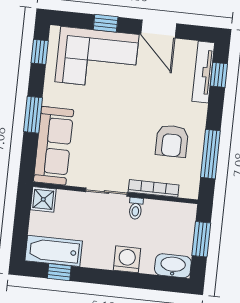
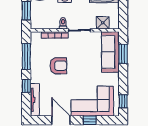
window: (219, 75) -> (26, 86), moved
window: (33, 115) -> (123, 54), moved
armchair: (172, 141) -> (58, 66), moved, turned 90
shower: (43, 199) -> (103, 23), moved

